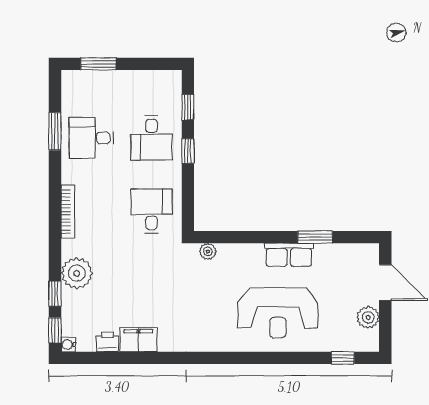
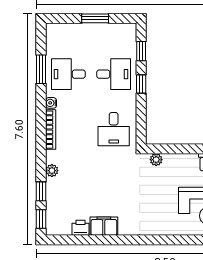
window: (98, 64) -> (95, 18), moved
desk: (151, 138) -> (114, 74), turned -90
desk: (151, 211) -> (114, 129), turned 180
plant: (77, 273) -> (52, 171), width x0.53, depth x0.53
water cooler: (68, 345) -> (51, 103), moved

